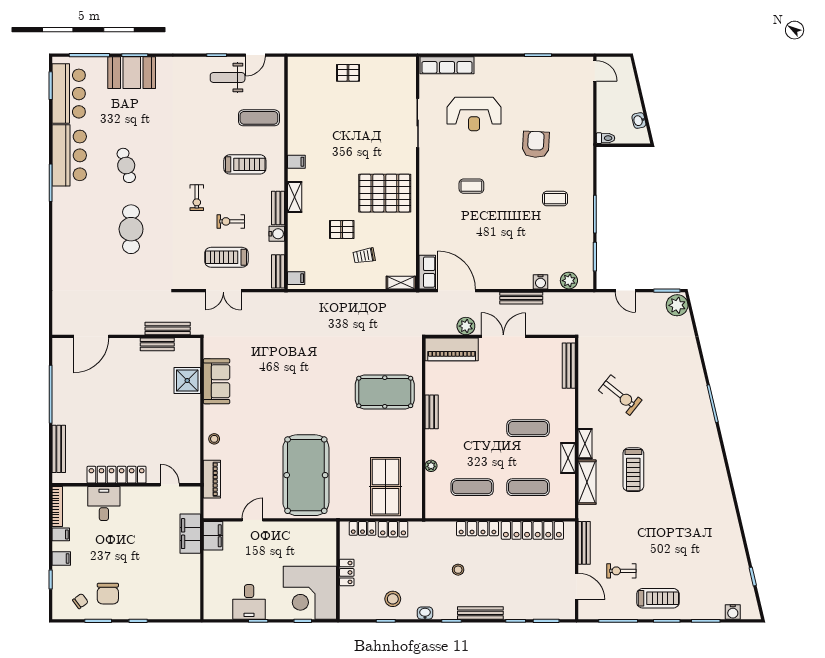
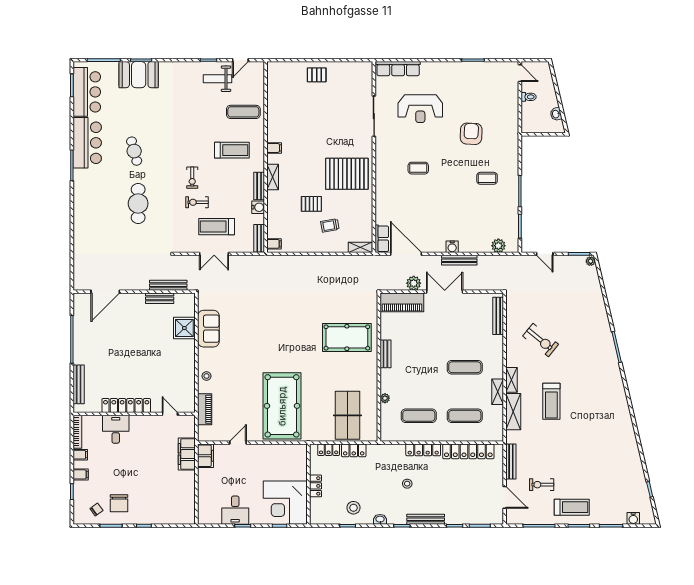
toilet: (606, 138) -> (529, 97), moved
exercise bike: (231, 221) -> (197, 202), moved
water cooler: (541, 282) -> (452, 247), moved
plant: (677, 305) -> (591, 261), width x0.53, depth x0.53

